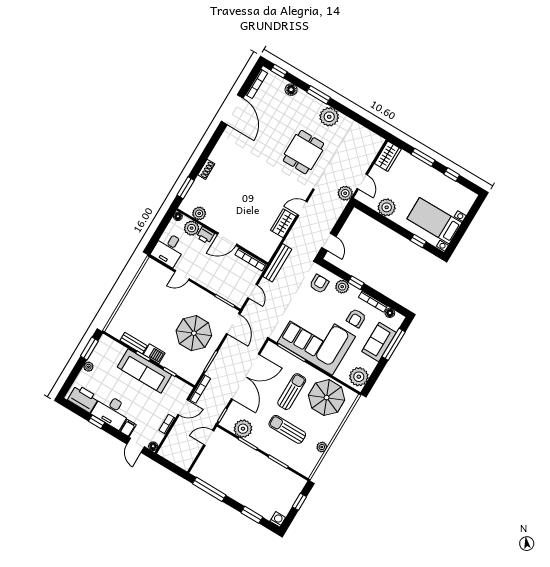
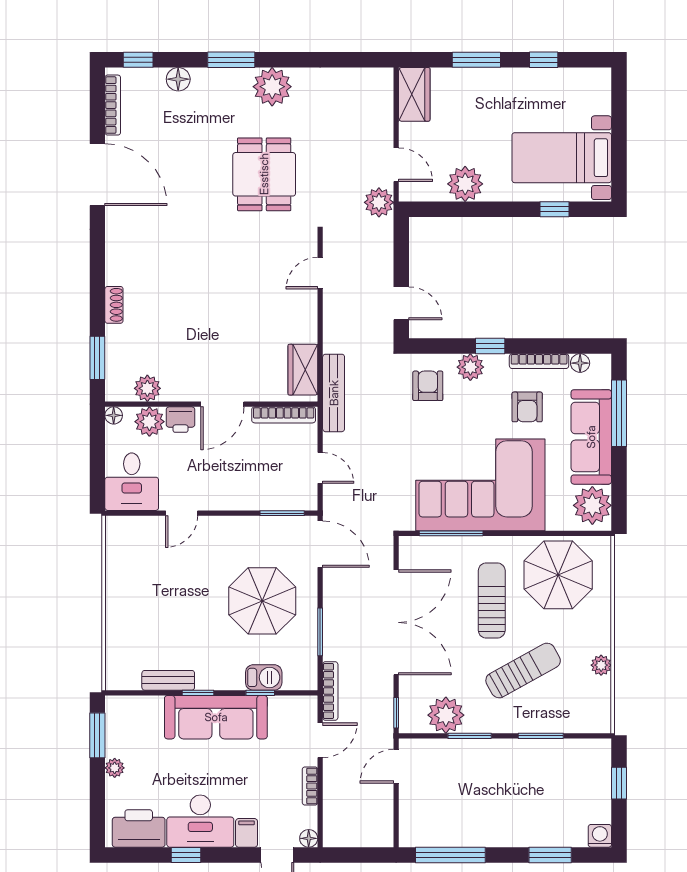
wardrobe: (283, 223) -> (303, 370), moved
sofa: (379, 342) -> (591, 437), width x1.36
barbecue: (154, 354) -> (264, 677), moved
sun lounger: (287, 429) -> (523, 670), turned 151

